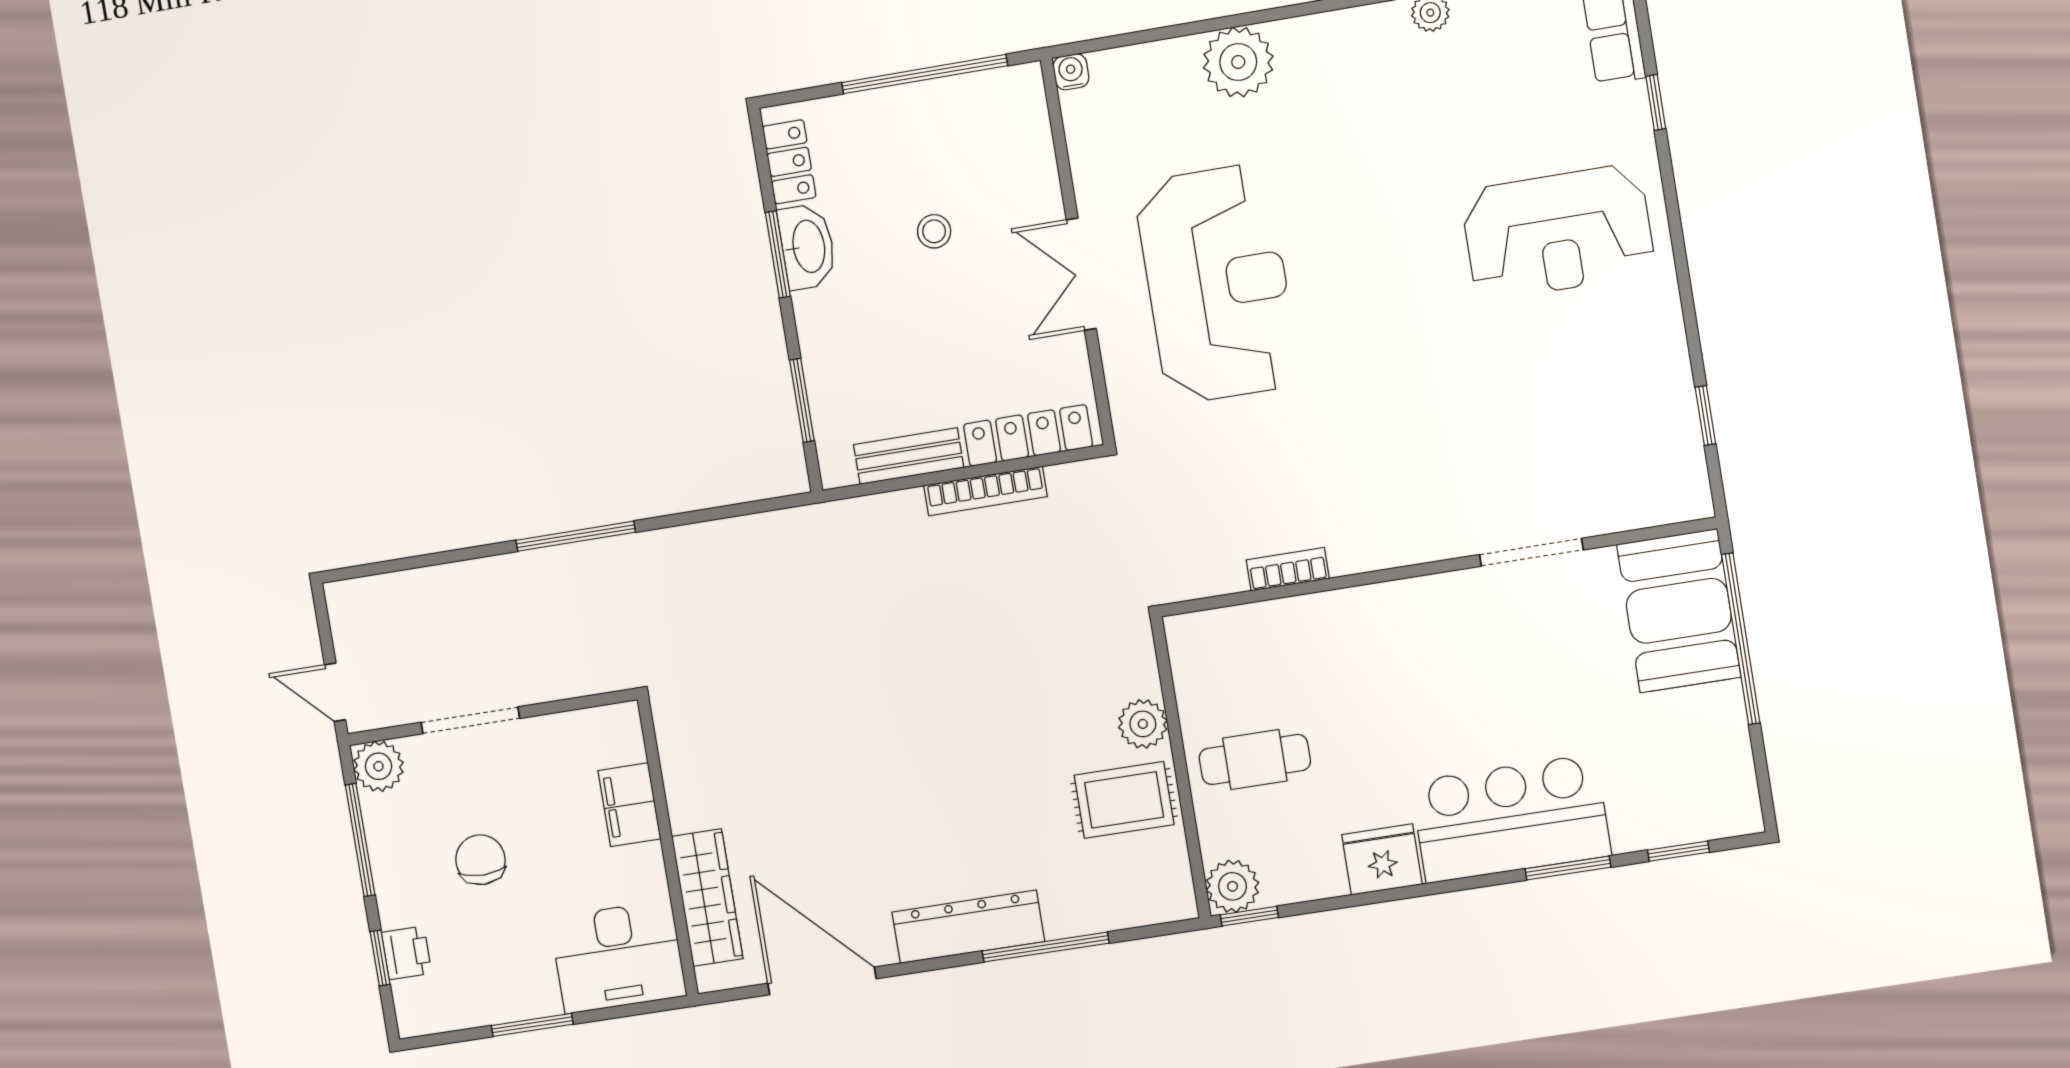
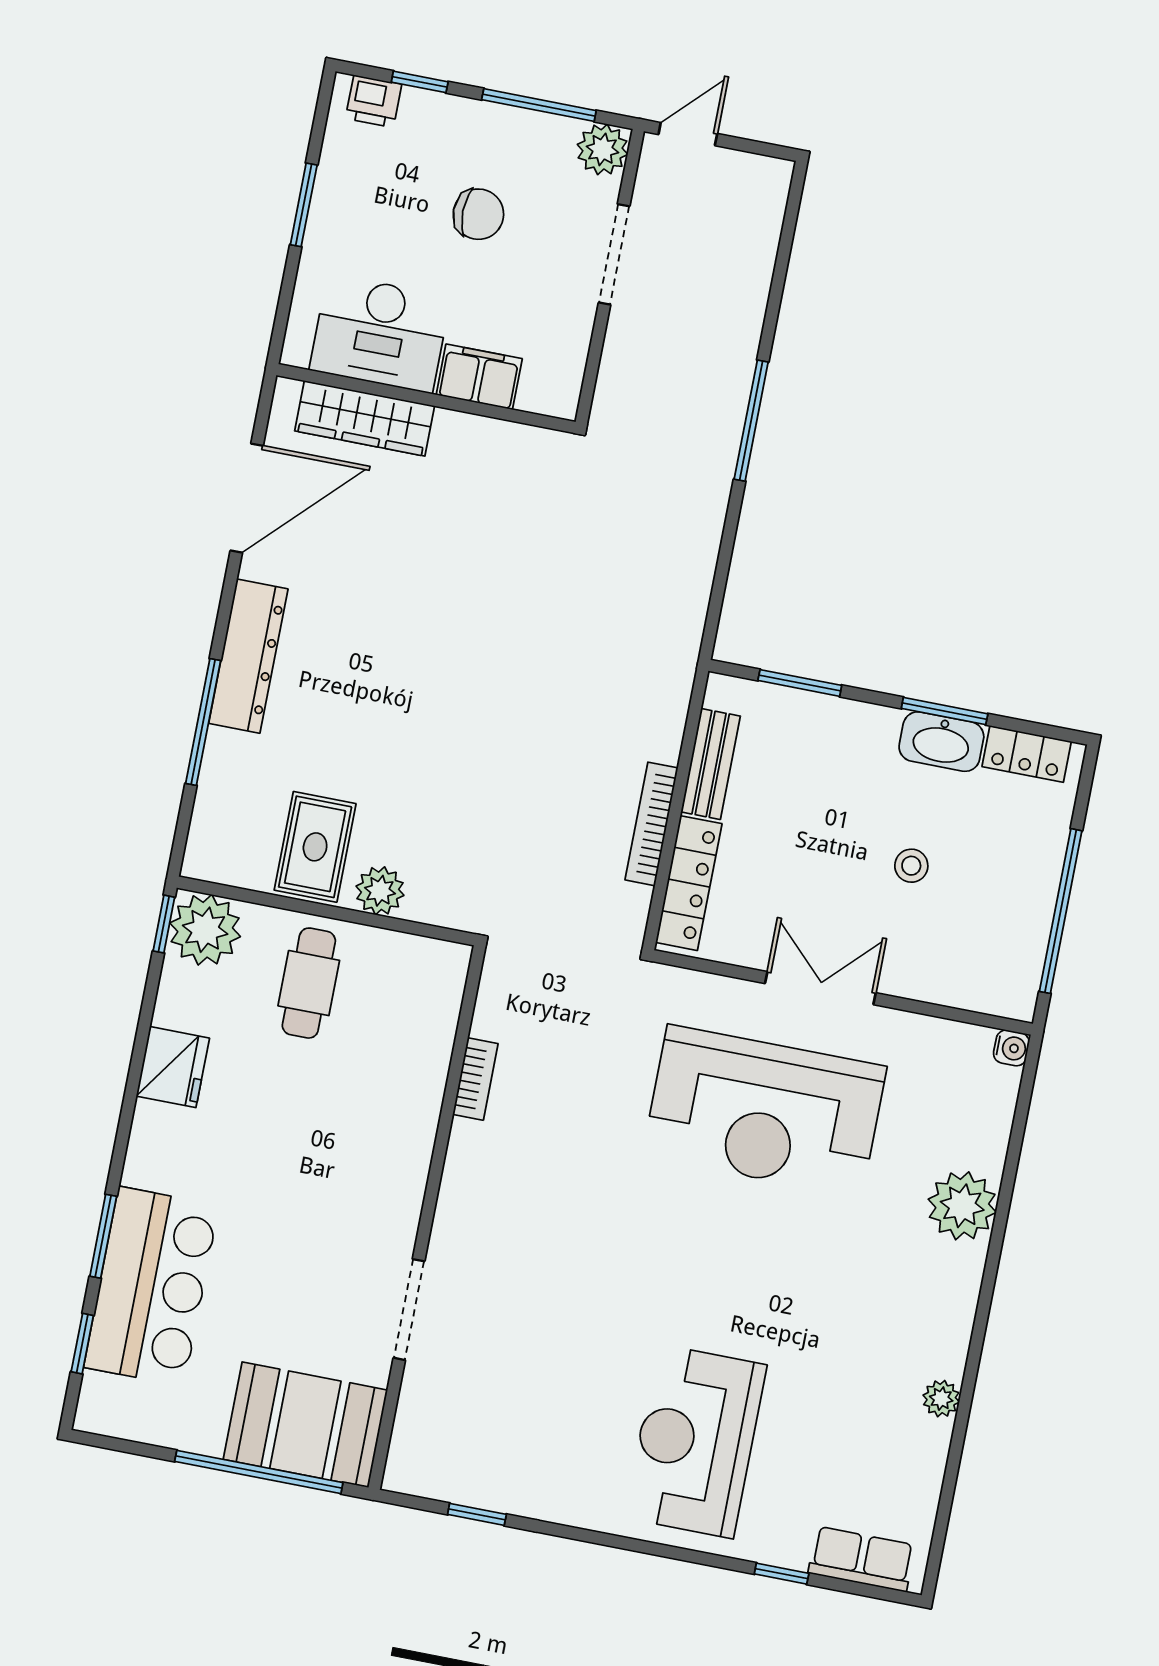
bar counter: (1511, 819) -> (151, 1286), moved
plant: (1232, 886) -> (205, 930), width x1.36, depth x1.36
printer: (407, 953) -> (374, 101), moved
desk: (618, 957) -> (380, 333), moved, turned -90

